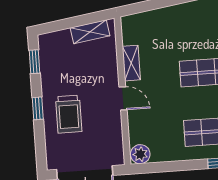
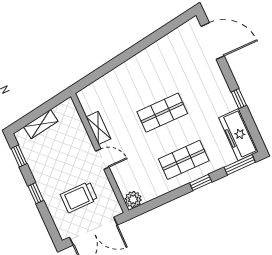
shelving: (90, 32) -> (41, 124), moved
trolley: (69, 114) -> (79, 197), moved, turned 90

